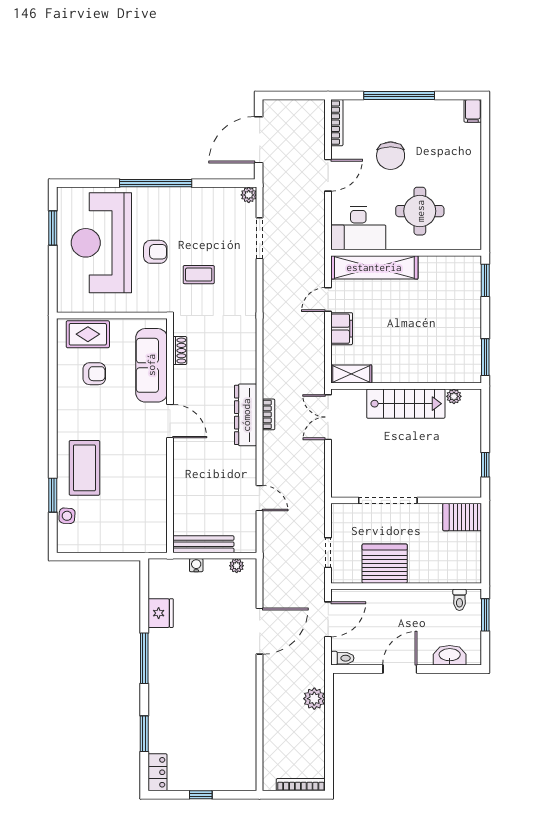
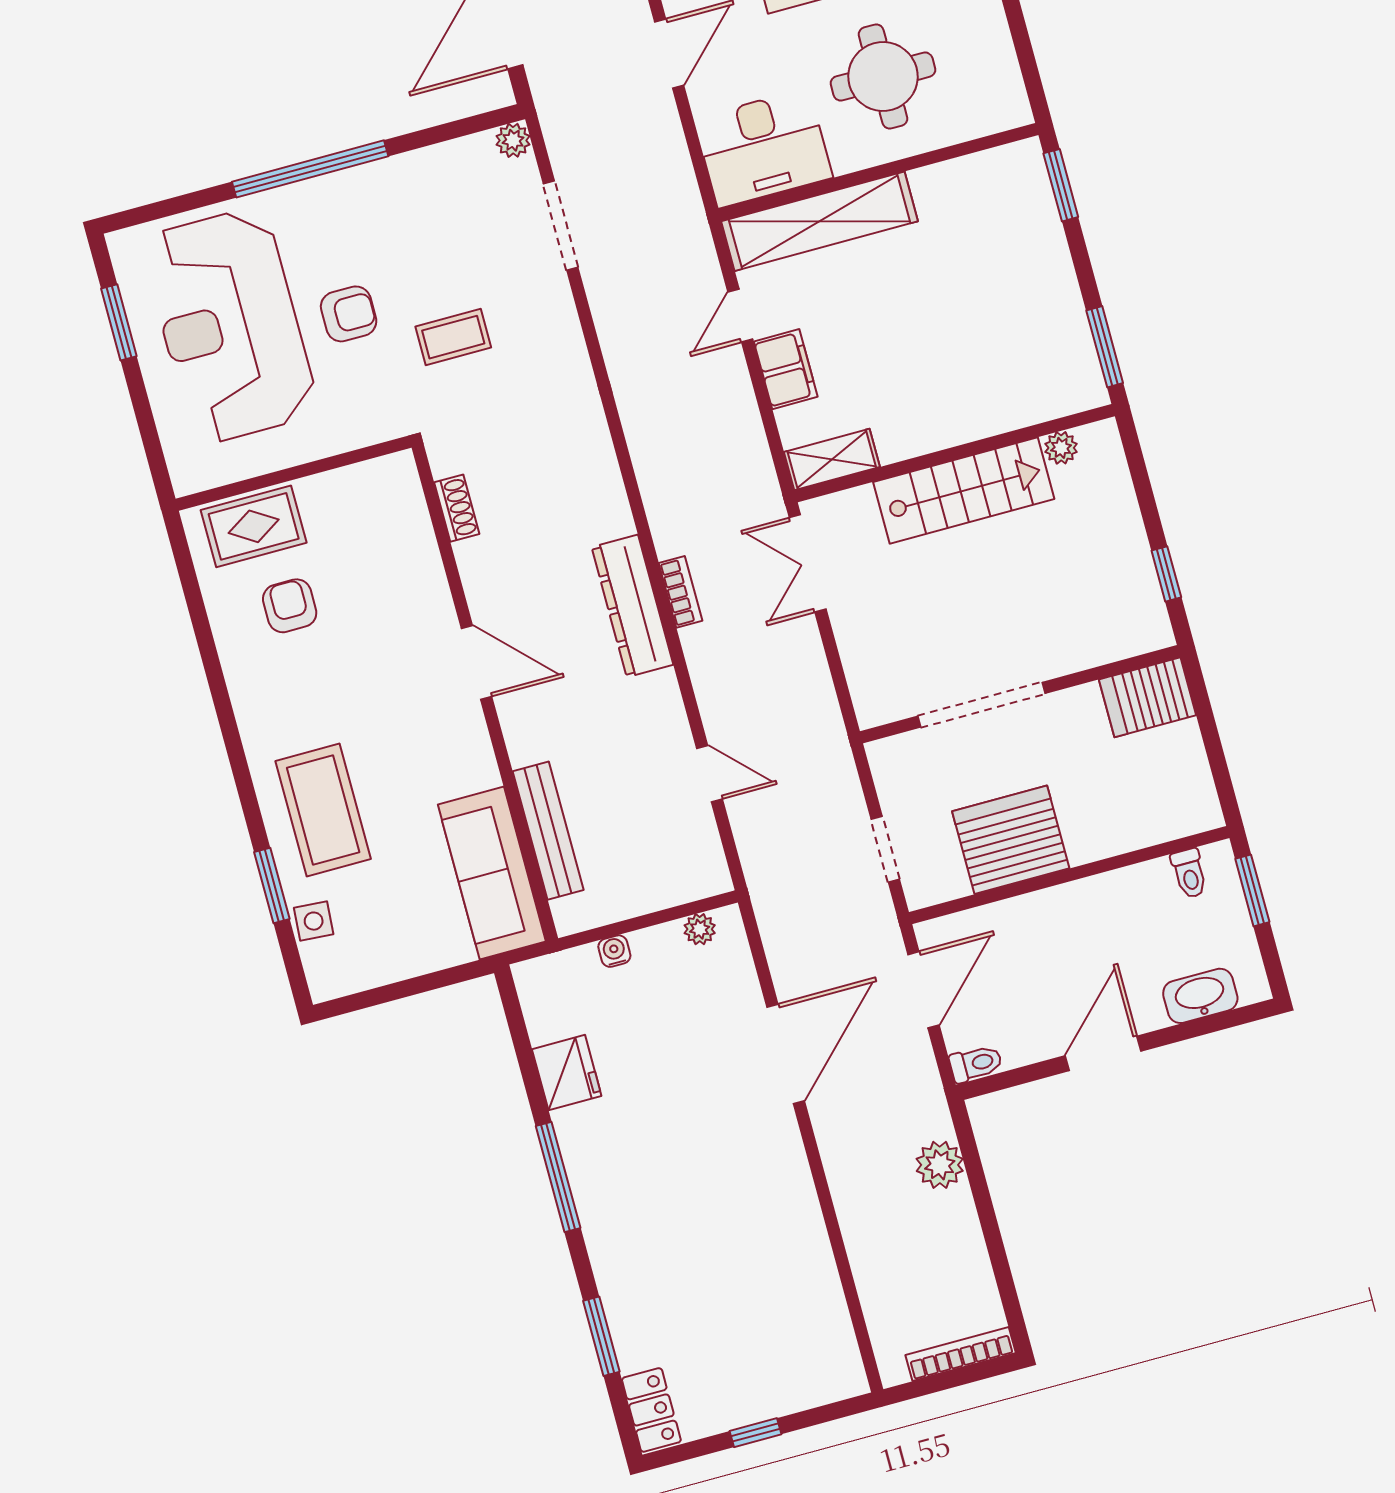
sofa: (151, 365) -> (492, 873), moved
armchair: (94, 374) -> (290, 606), turned -90
bench: (203, 544) -> (548, 831), moved, turned 90

